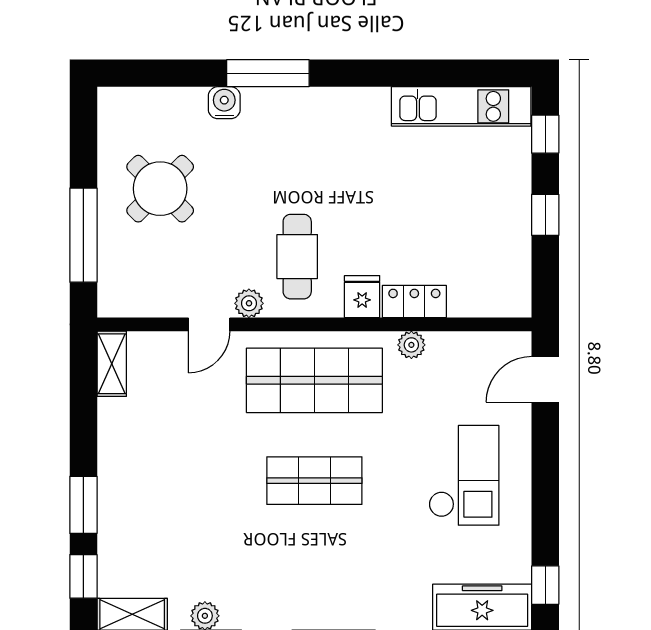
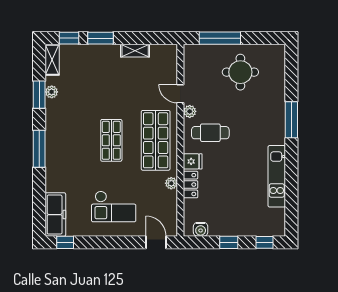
water cooler: (224, 103) -> (201, 229), moved, turned 90
kitchen unit: (461, 106) -> (277, 176), moved
round table: (160, 189) -> (240, 72), turned 45
shelving: (112, 364) -> (135, 51), moved

